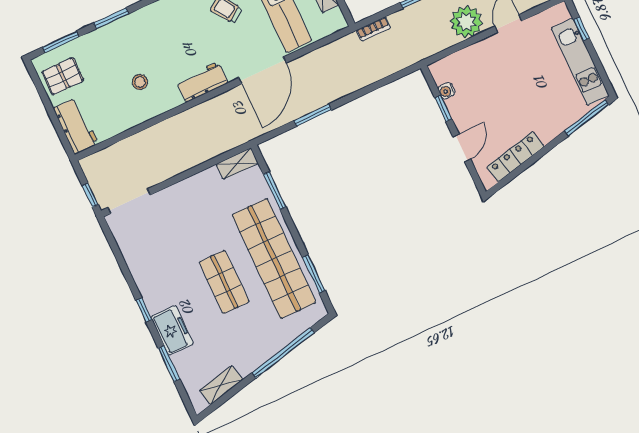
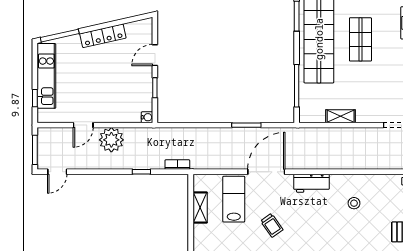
water cooler: (447, 91) -> (147, 117), moved
locker: (516, 157) -> (103, 36), moved
shelving: (237, 164) -> (341, 116), moved
window: (275, 191) -> (297, 86), width x1.44

